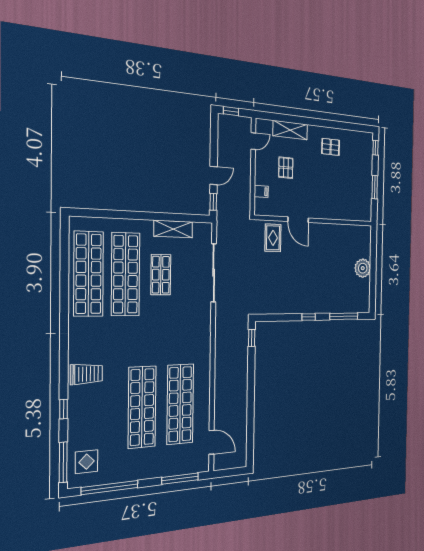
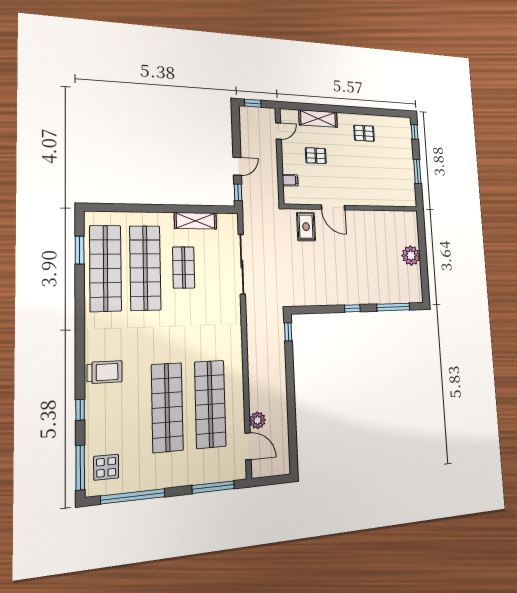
pallet: (286, 168) -> (316, 156), turned 90
window: (64, 255) -> (80, 250), added
plant: (221, 419) -> (257, 420), added

